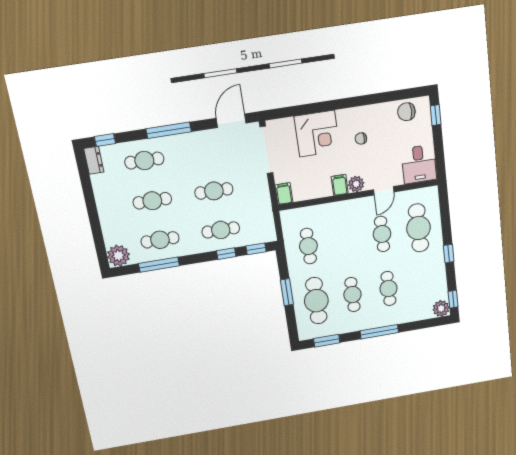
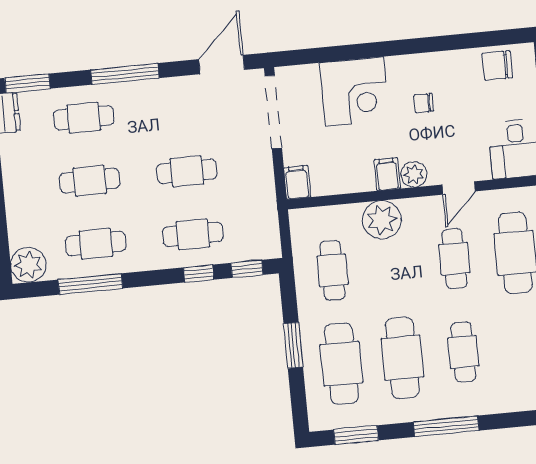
window: (105, 140) -> (27, 83), width x1.50
plant: (337, 213) -> (382, 220), added
cafe table: (352, 295) -> (402, 358), width x1.37, depth x1.35

